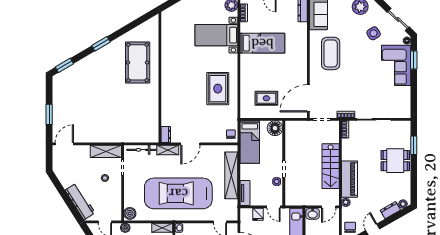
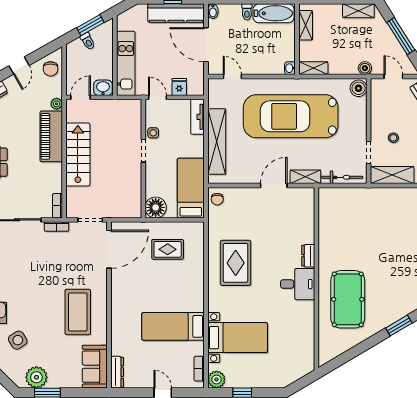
desk: (173, 73) -> (298, 284), added
dresser: (166, 134) -> (308, 256), moved
car: (178, 193) -> (291, 116), turned 180

